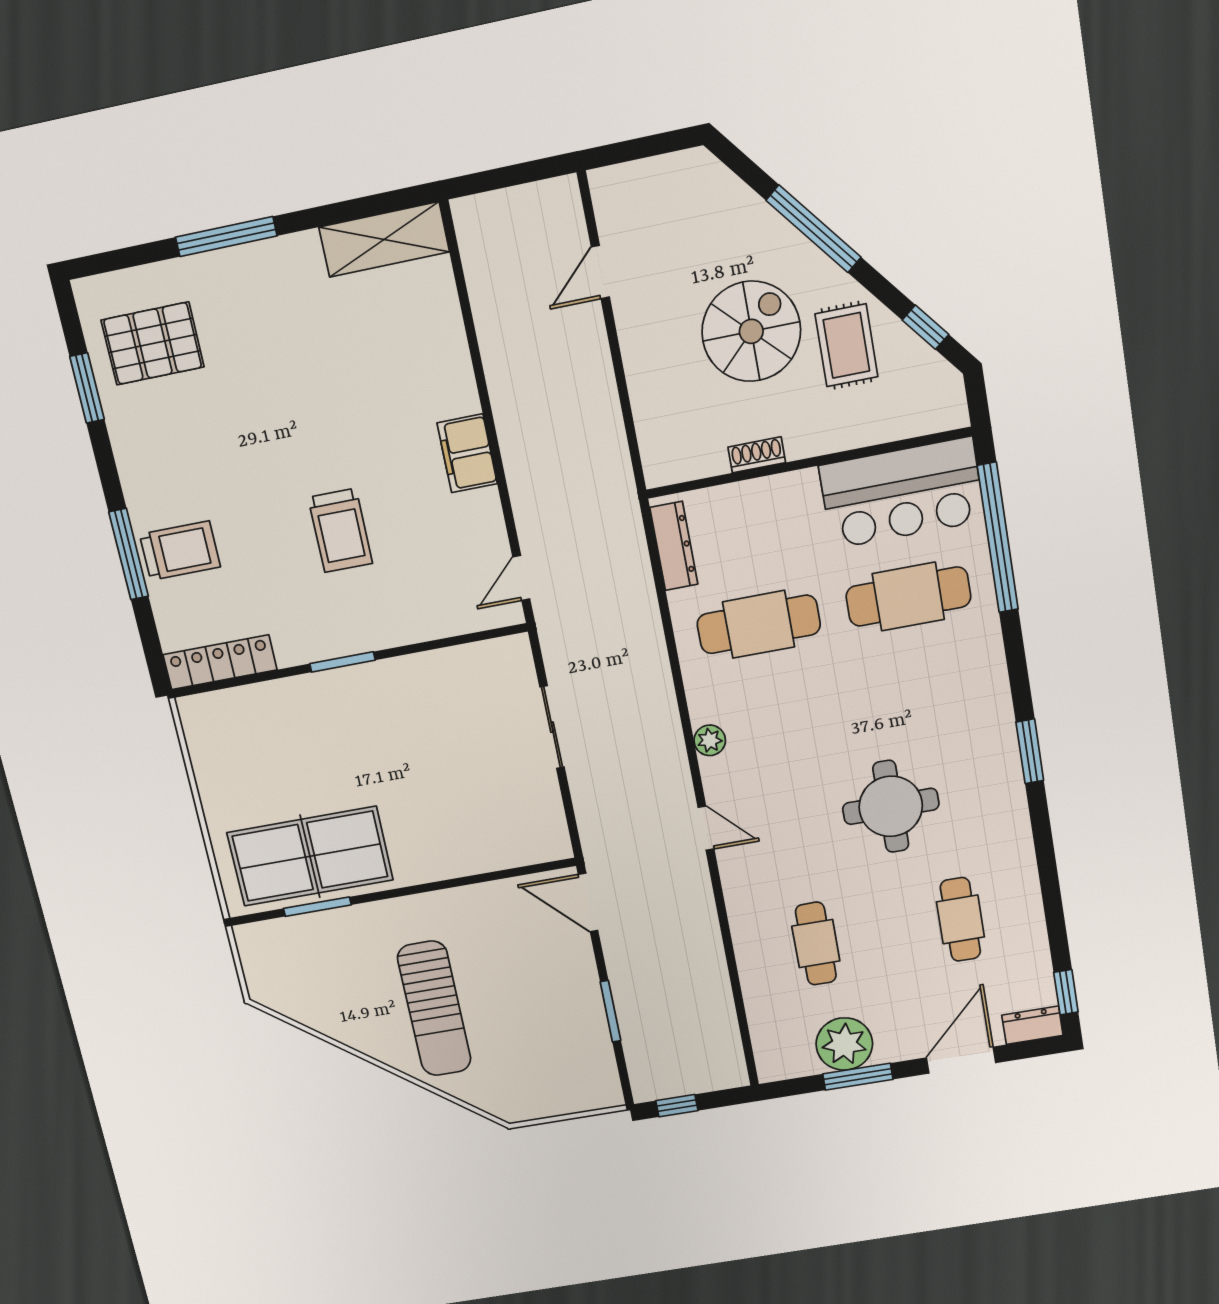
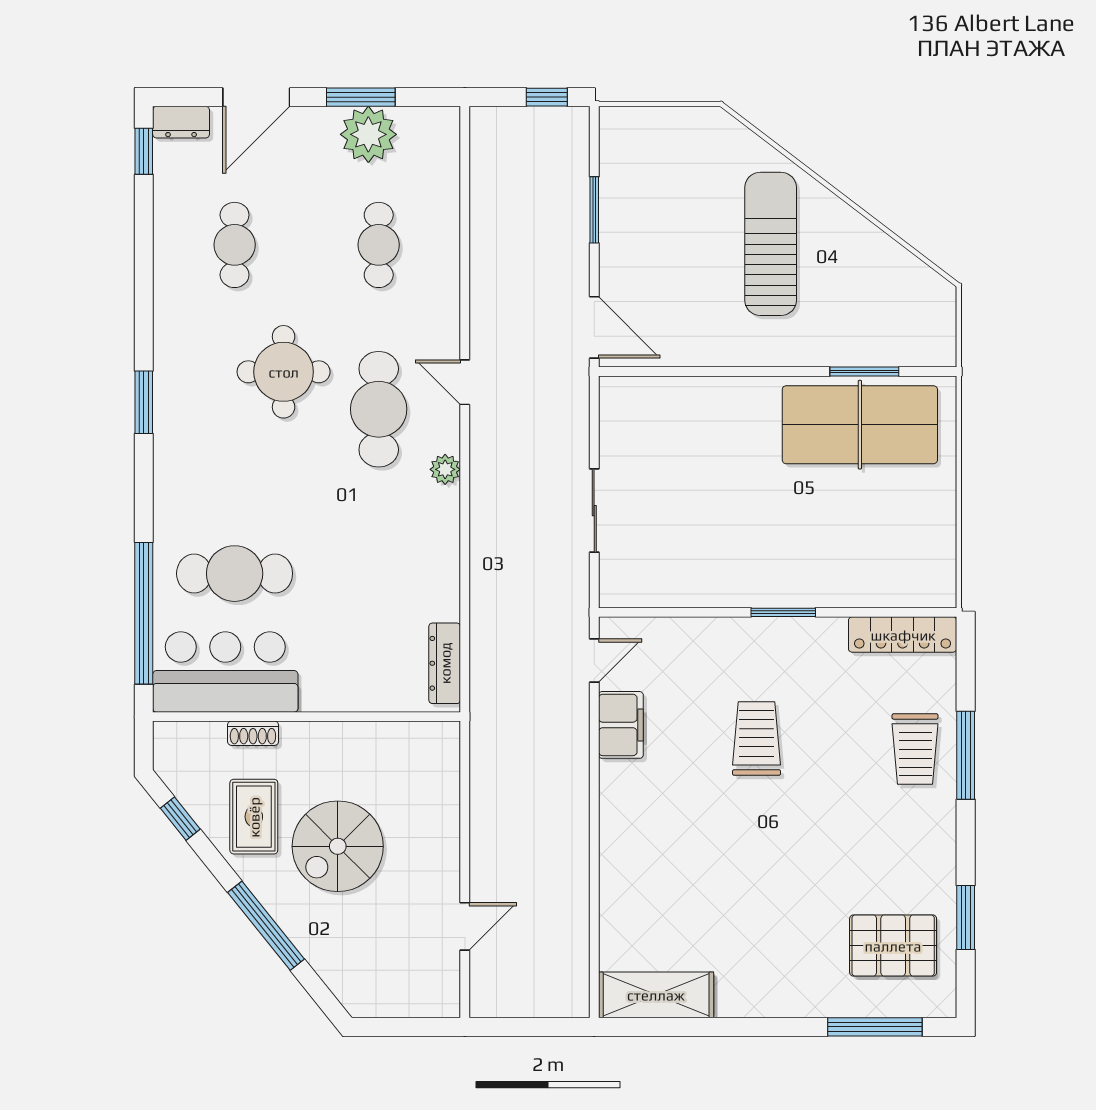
window: (226, 237) -> (875, 1027), moved
filing cabinet: (467, 453) -> (621, 725), moved
shoe rack: (757, 455) -> (253, 733), moved
trolley: (180, 551) -> (915, 749), turned -90
cafe table: (759, 624) -> (379, 409), moved, turned 90

